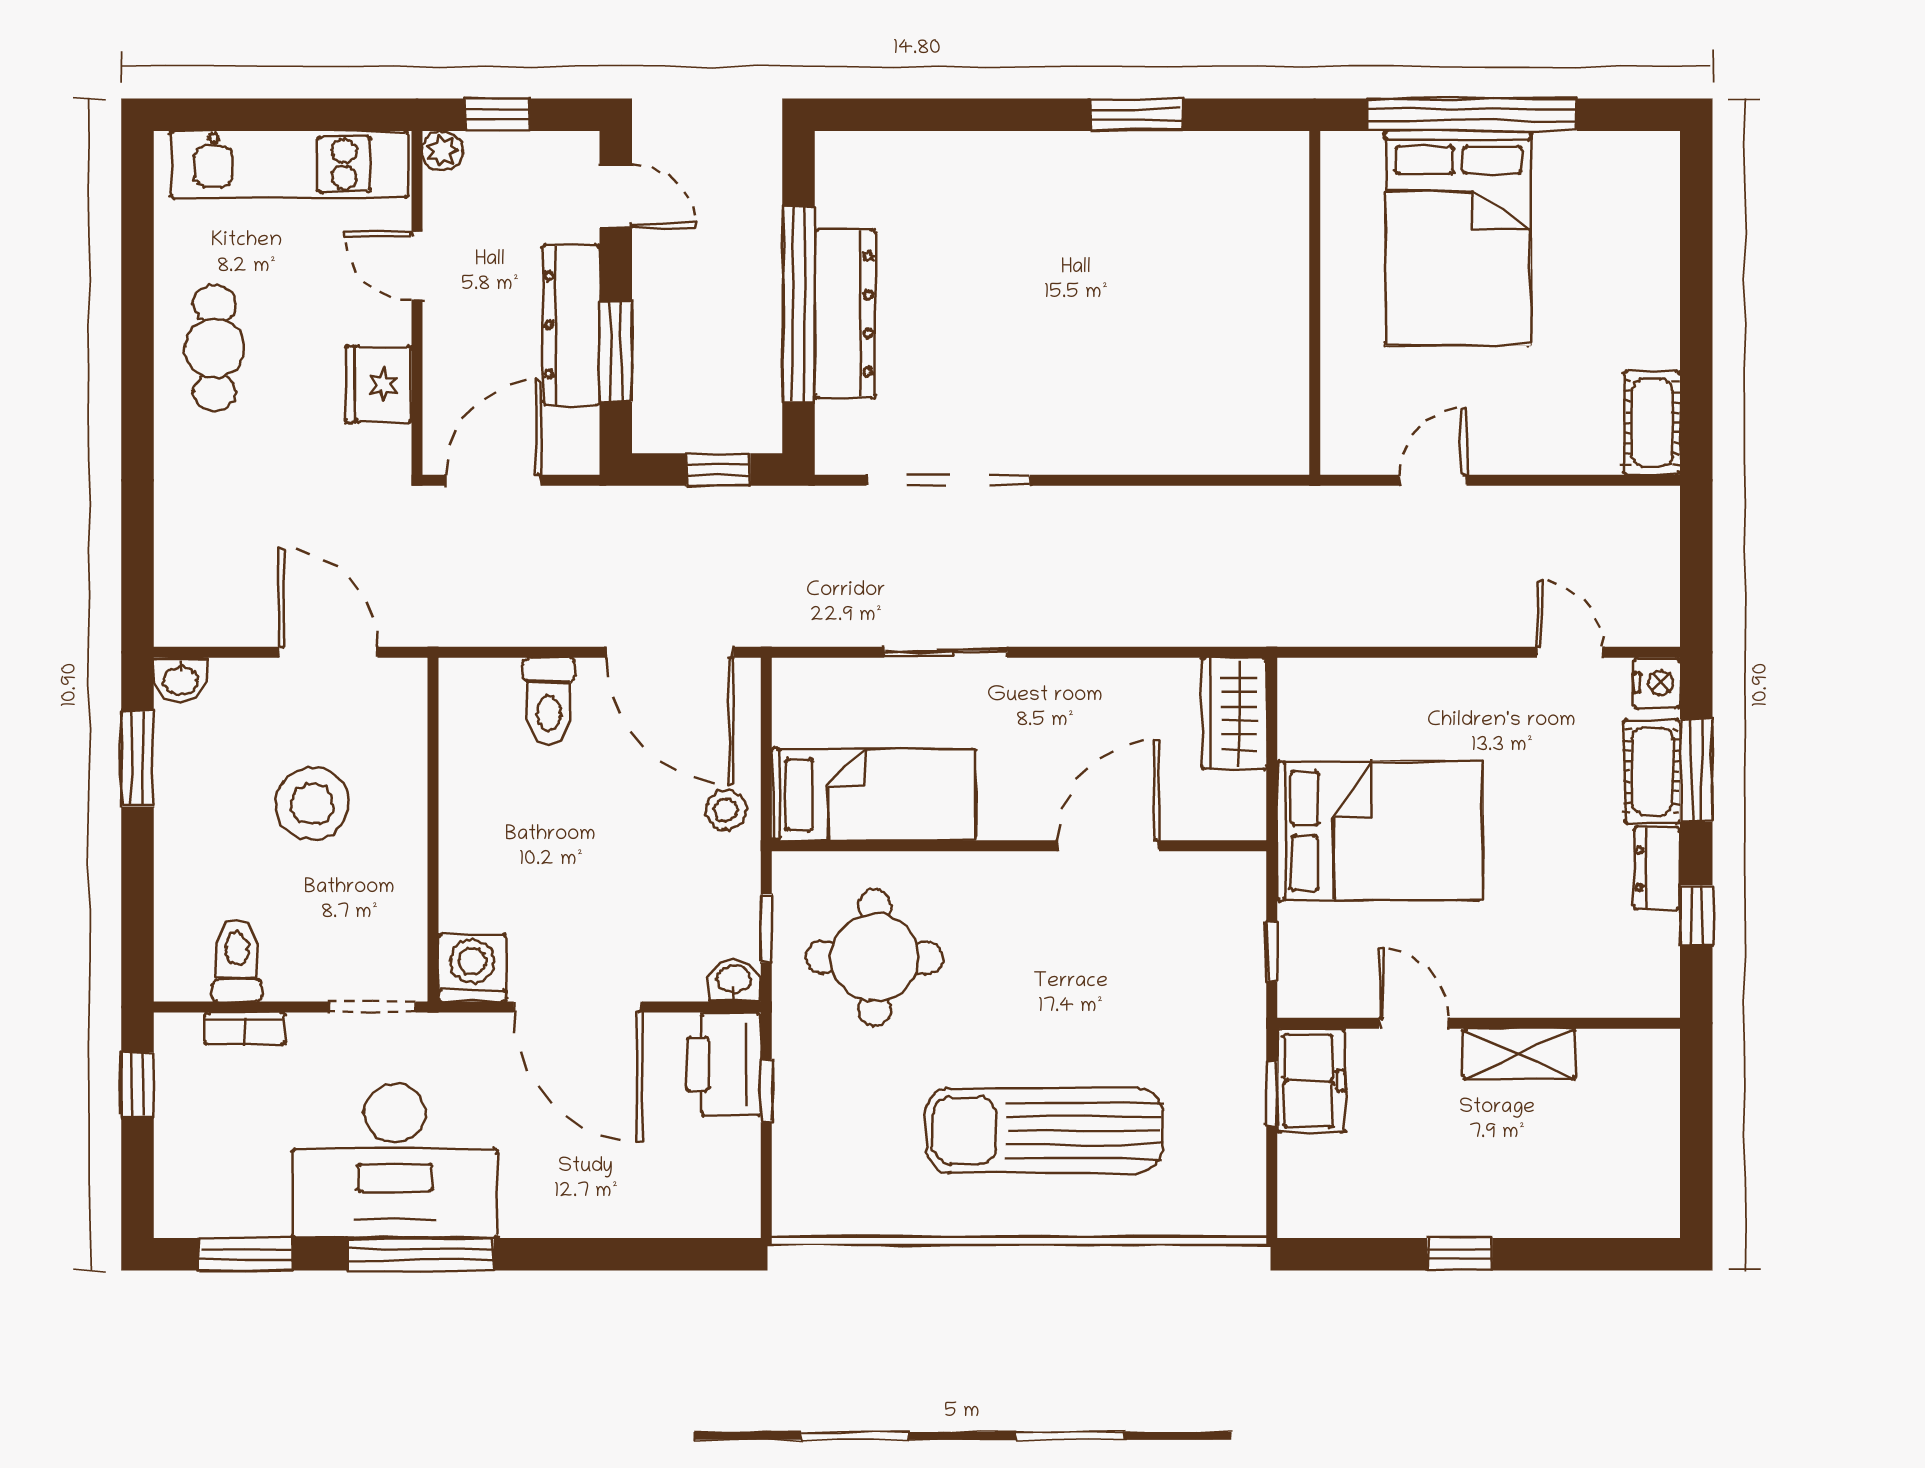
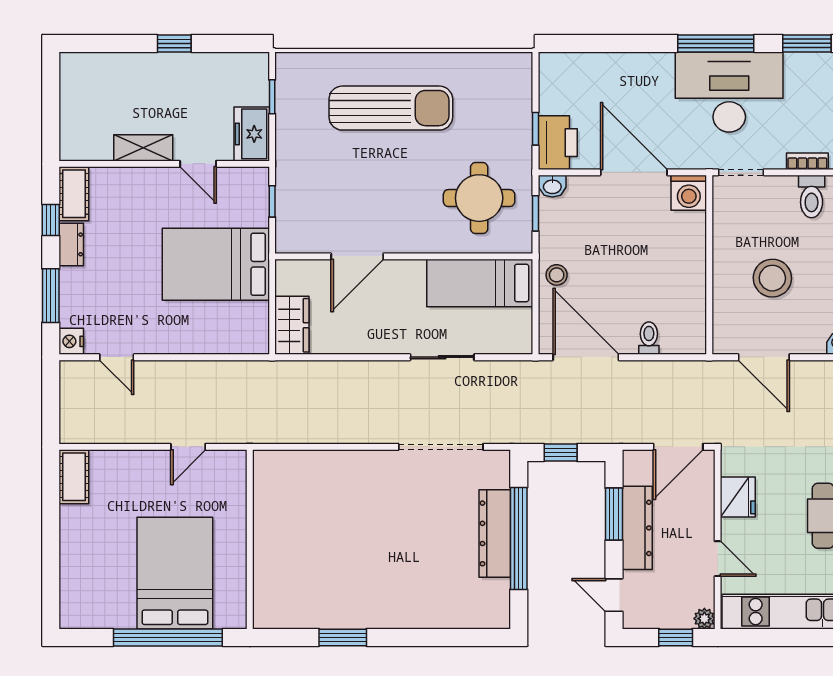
toilet: (549, 701) -> (649, 338), width x0.73, depth x0.72
cot: (1652, 771) -> (74, 194), moved
window: (1272, 1094) -> (272, 97), moved

